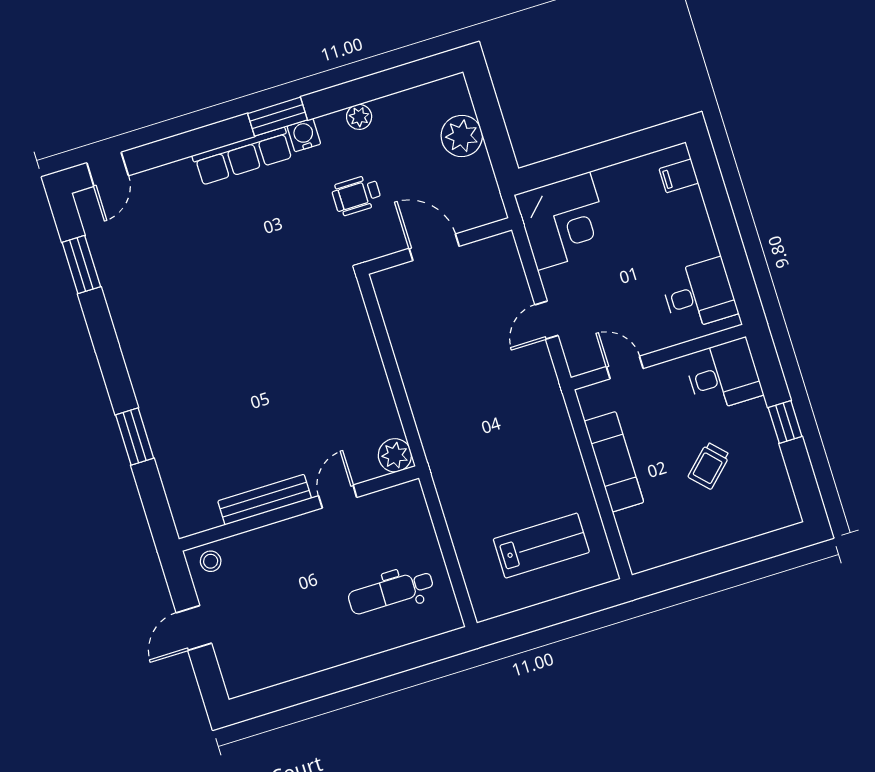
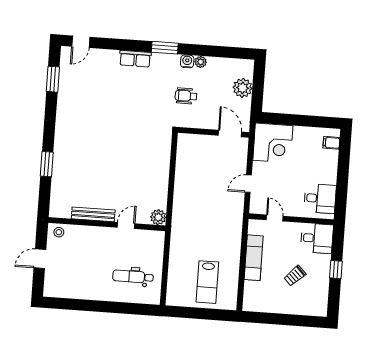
water cooler: (304, 135) -> (187, 61), moved
row of seats: (243, 156) -> (135, 59), width x0.68
door: (434, 247) -> (230, 134), moved
lab bench: (541, 546) -> (207, 282), turned 90

